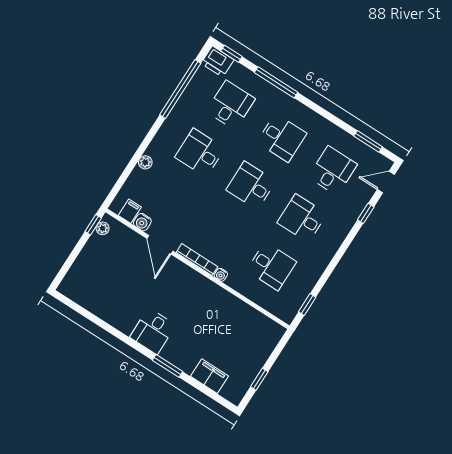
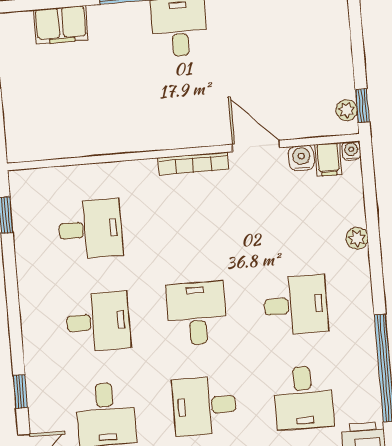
desk: (251, 186) -> (197, 313), turned -90
desk: (271, 266) -> (90, 229), turned 180
water cooler: (221, 275) -> (351, 151), moved

